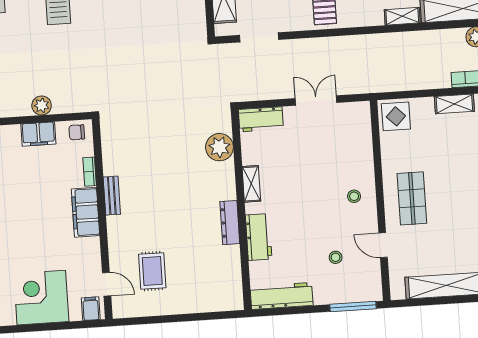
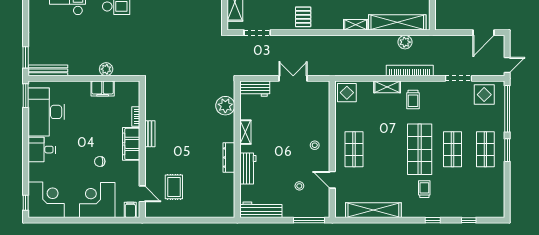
chair: (77, 132) -> (100, 161), moved

